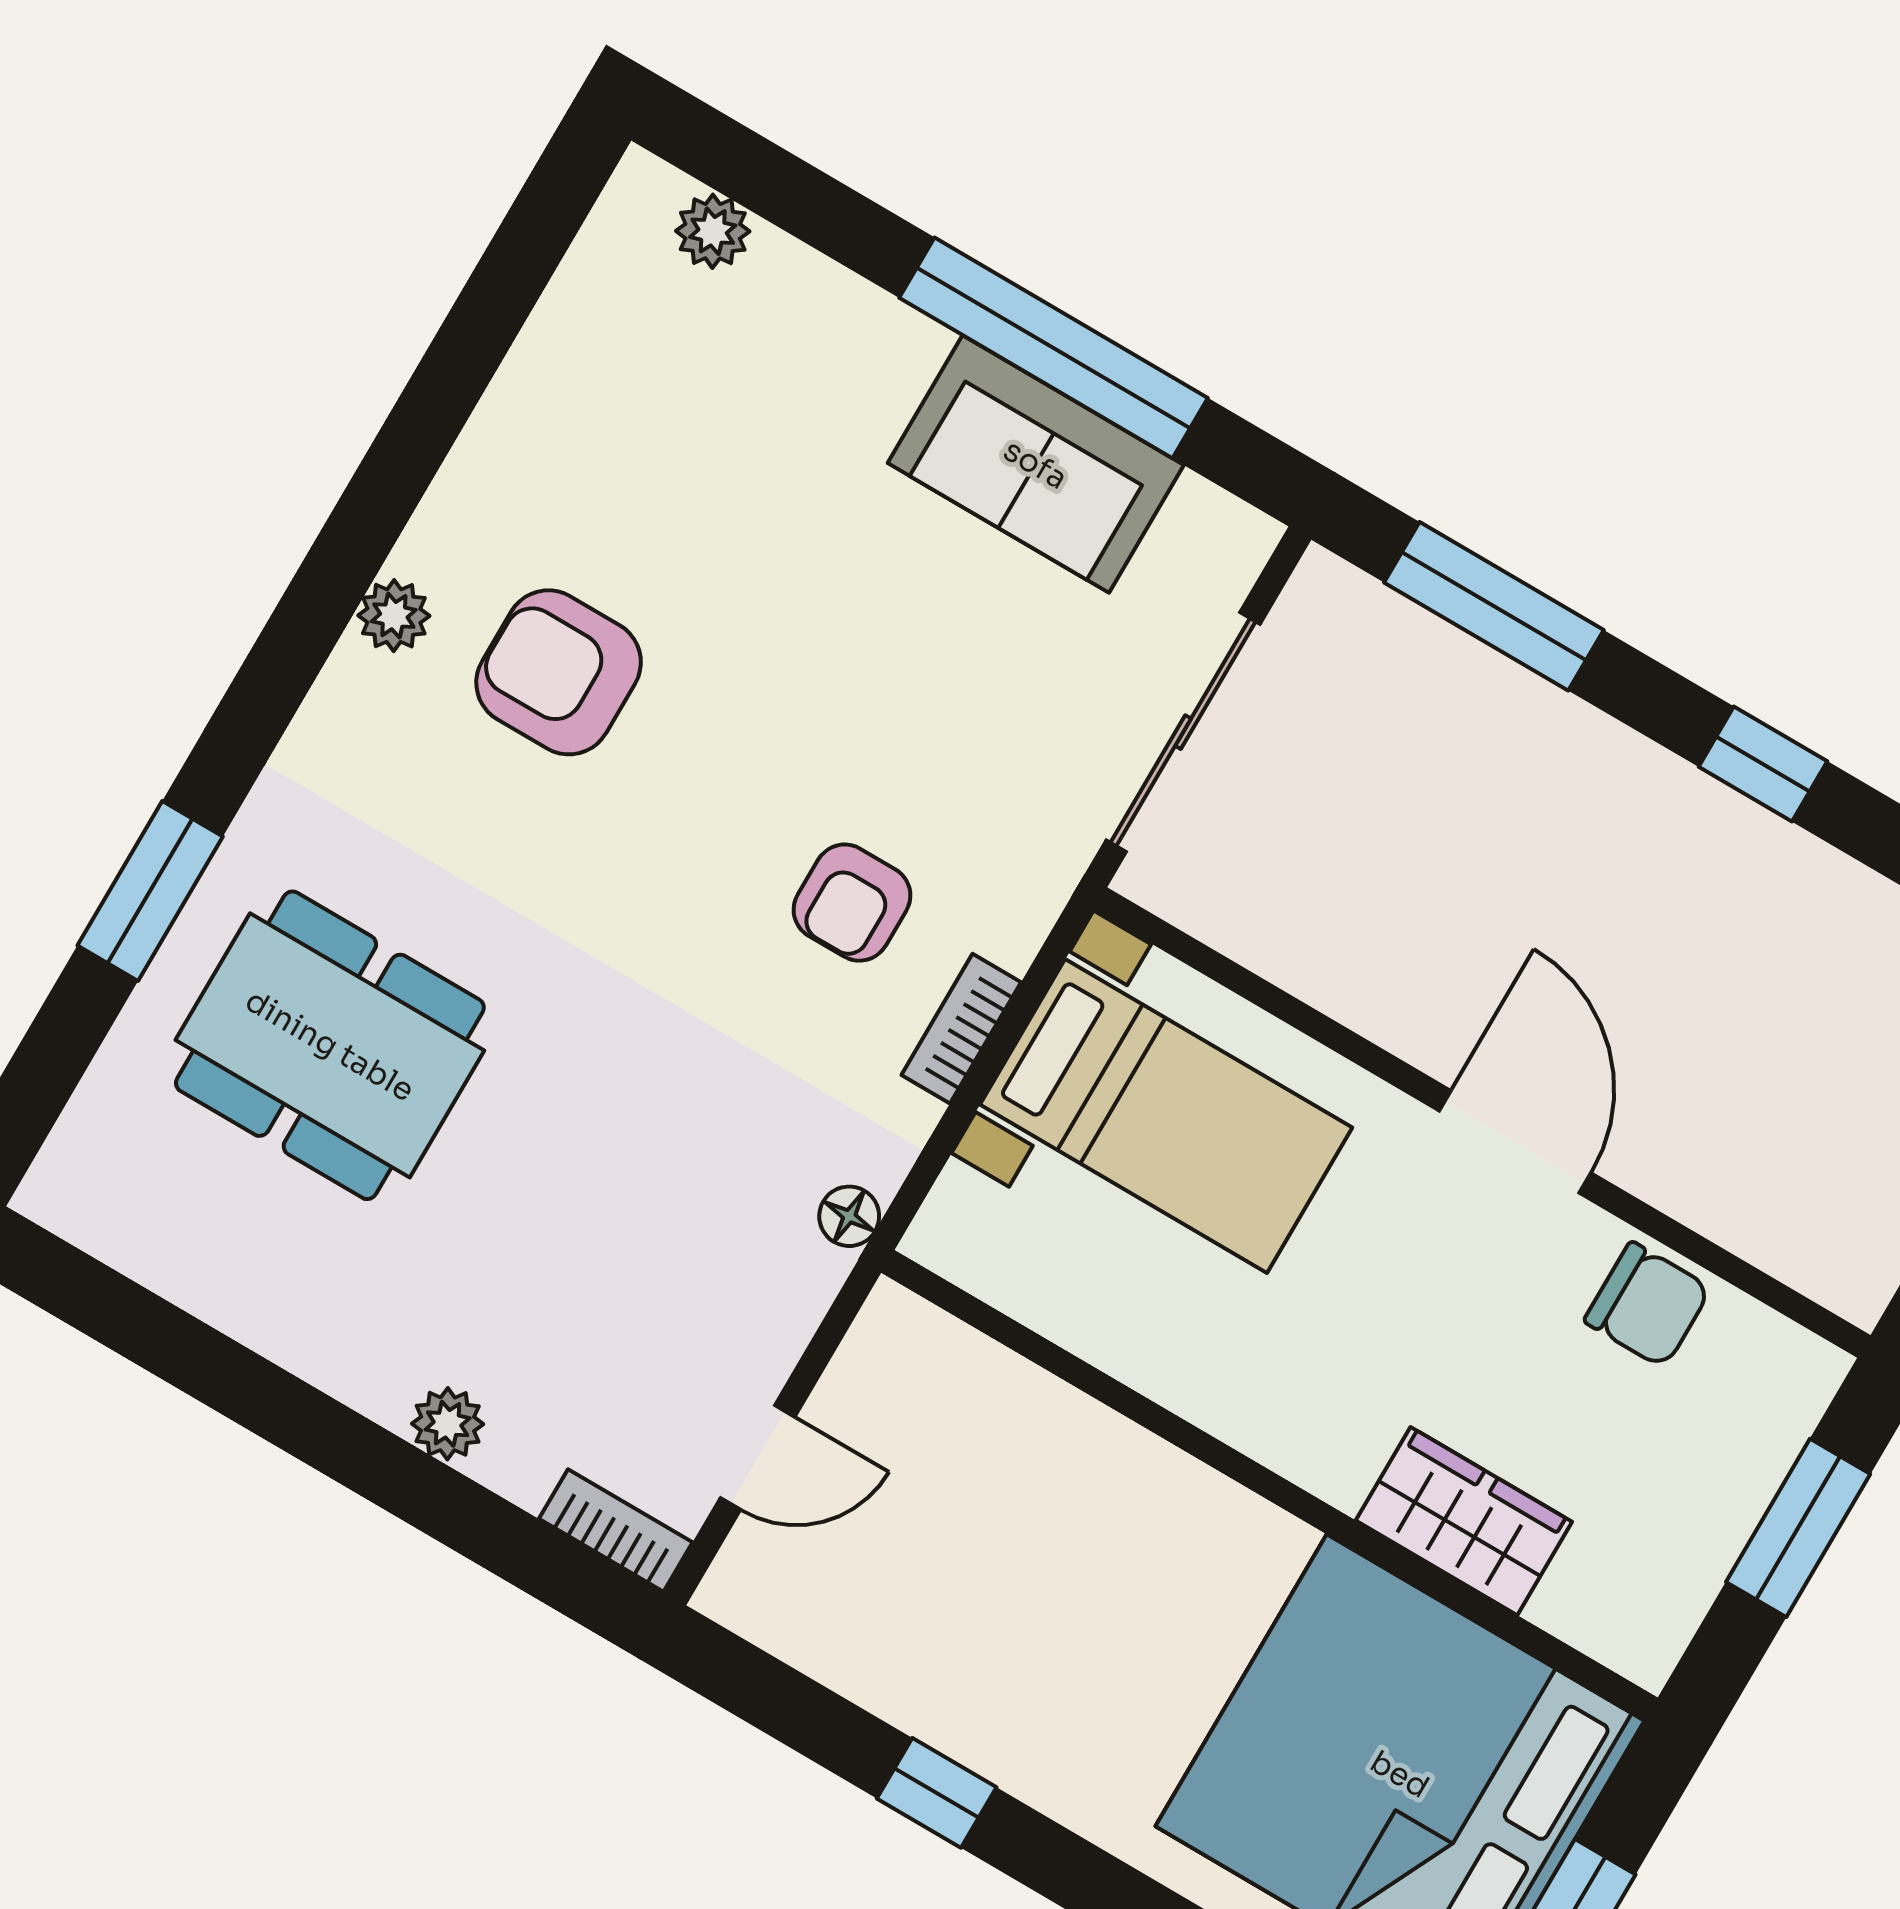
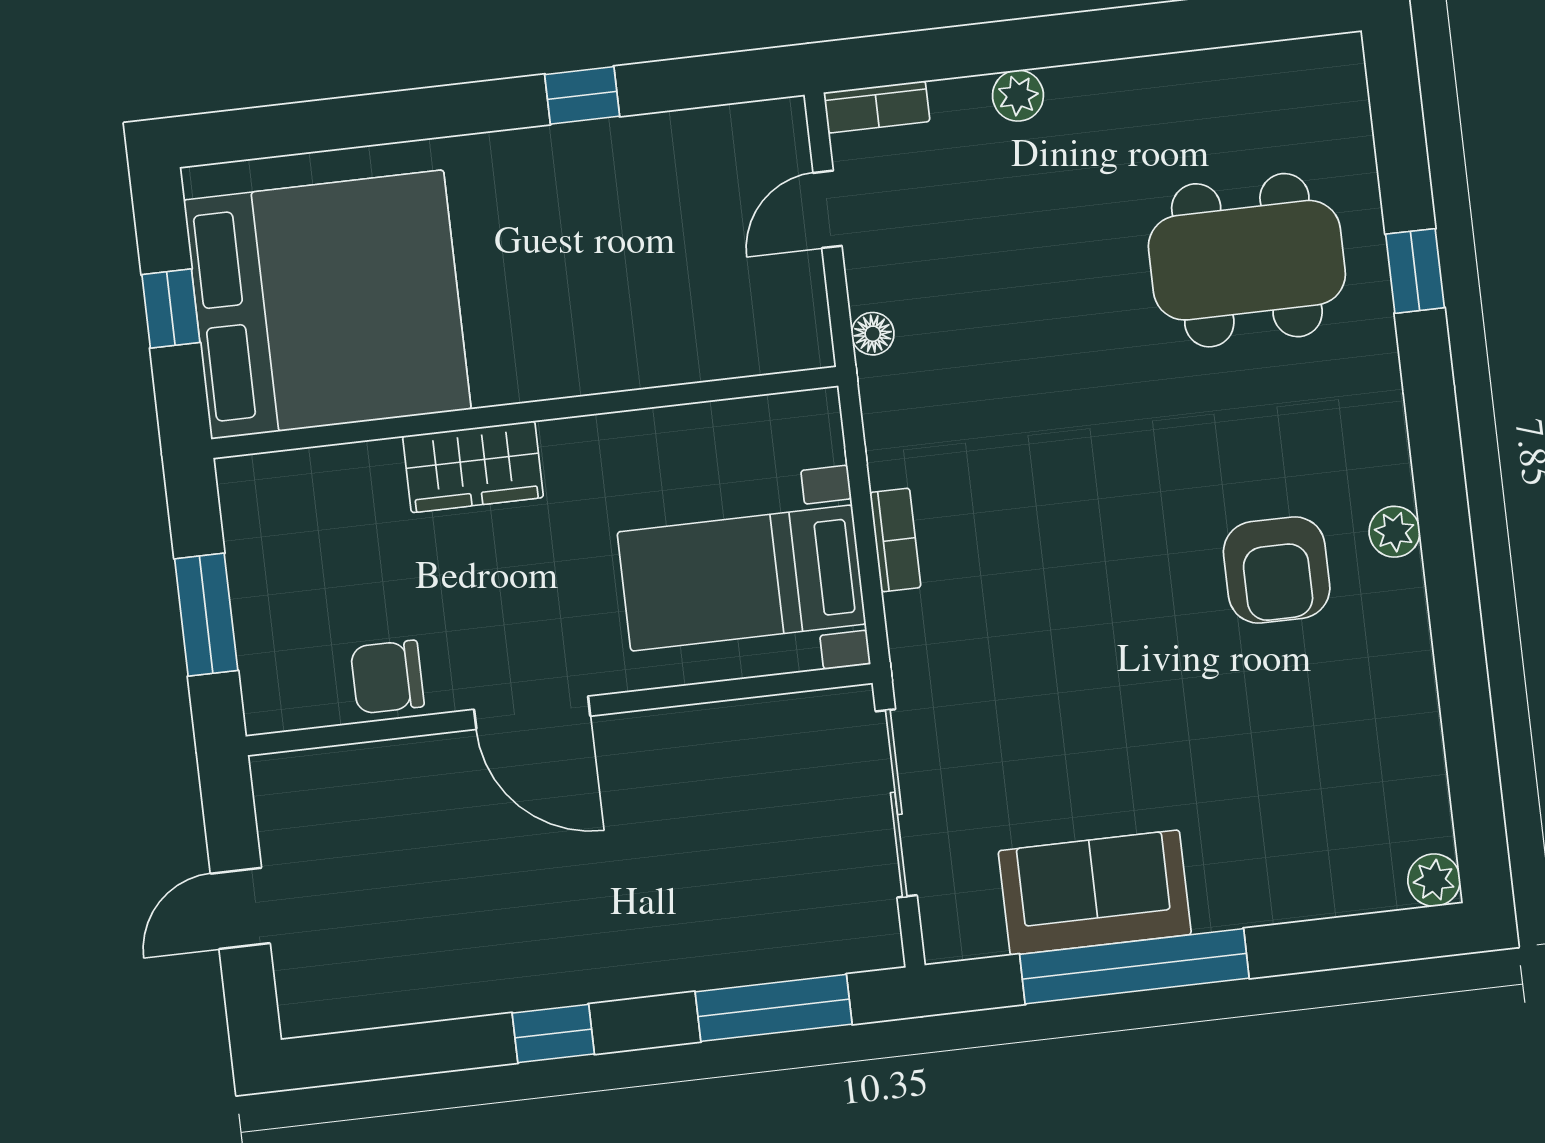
plant: (713, 231) -> (1434, 880), moved
armchair: (559, 672) -> (1277, 570), turned 90
window: (150, 891) -> (1415, 271), width x0.67
armchair: (852, 903) -> (1011, 565), removed
floor lamp: (849, 1216) -> (873, 334), moved
wardrobe: (1464, 1521) -> (473, 467), moved

